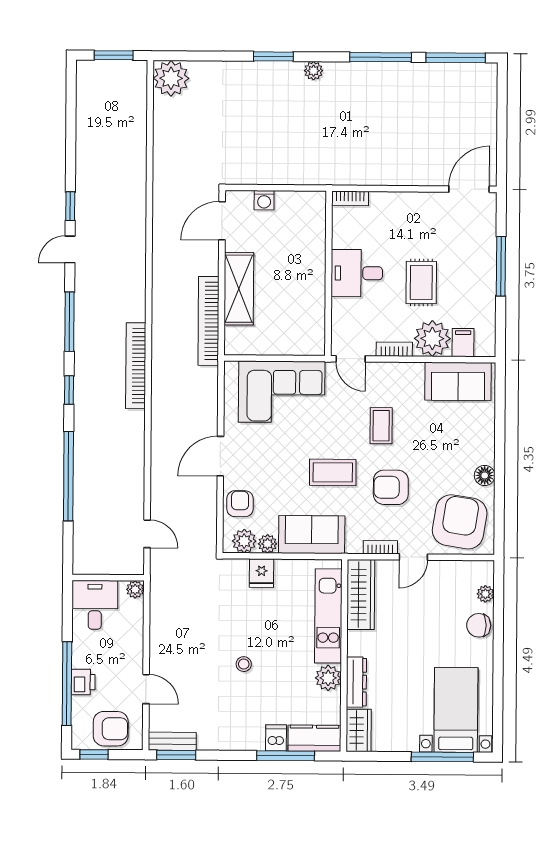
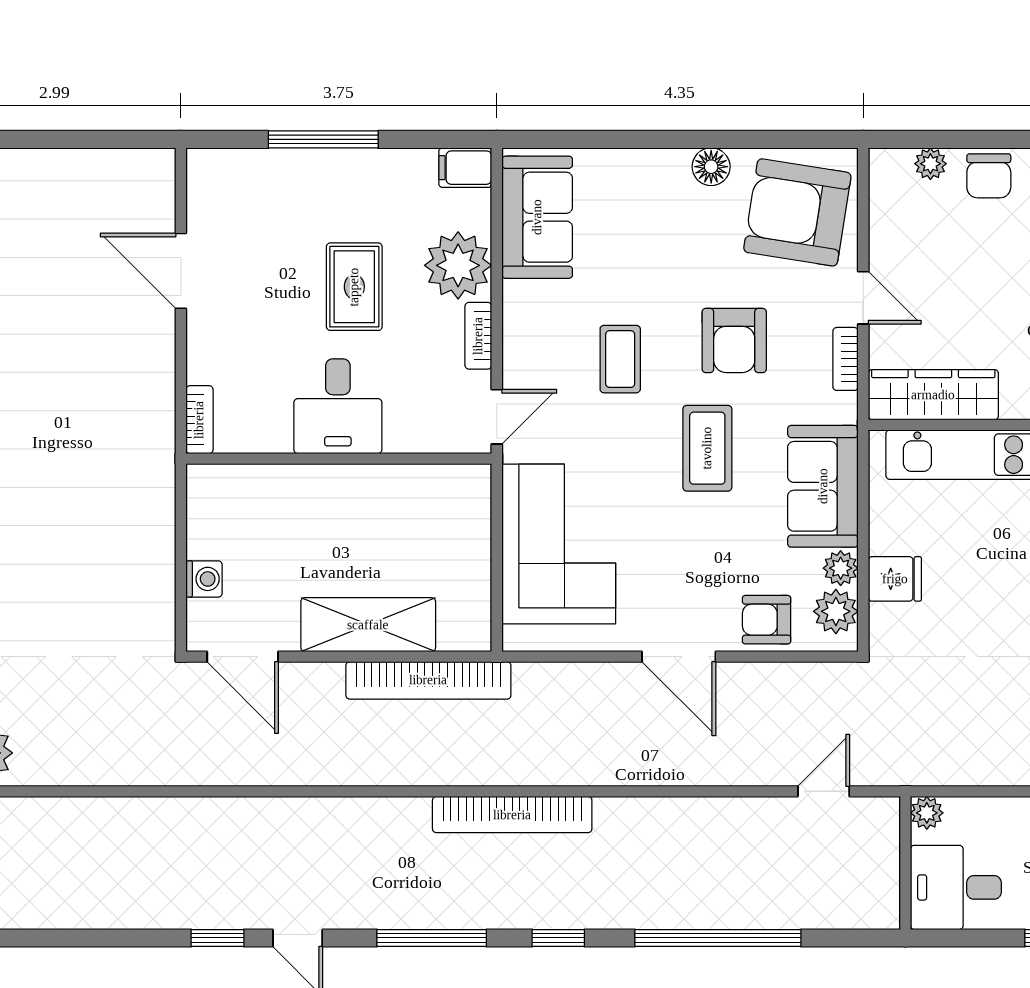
door: (469, 189) -> (181, 271), moved
rug: (421, 282) -> (354, 287), turned 90
filing cabinet: (463, 343) -> (465, 168), moved
coffee table: (381, 426) -> (620, 359), turned 90

